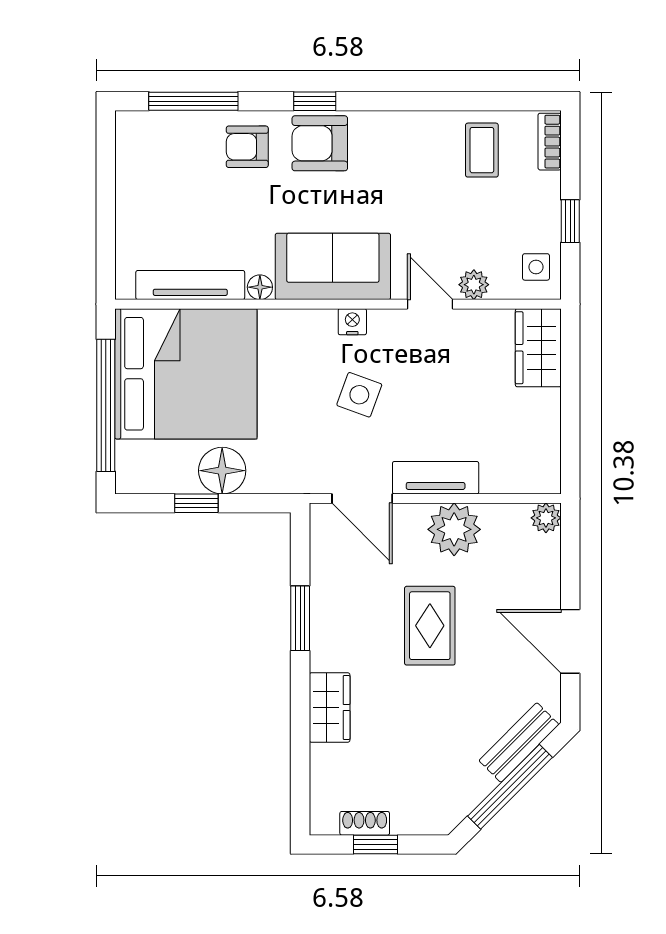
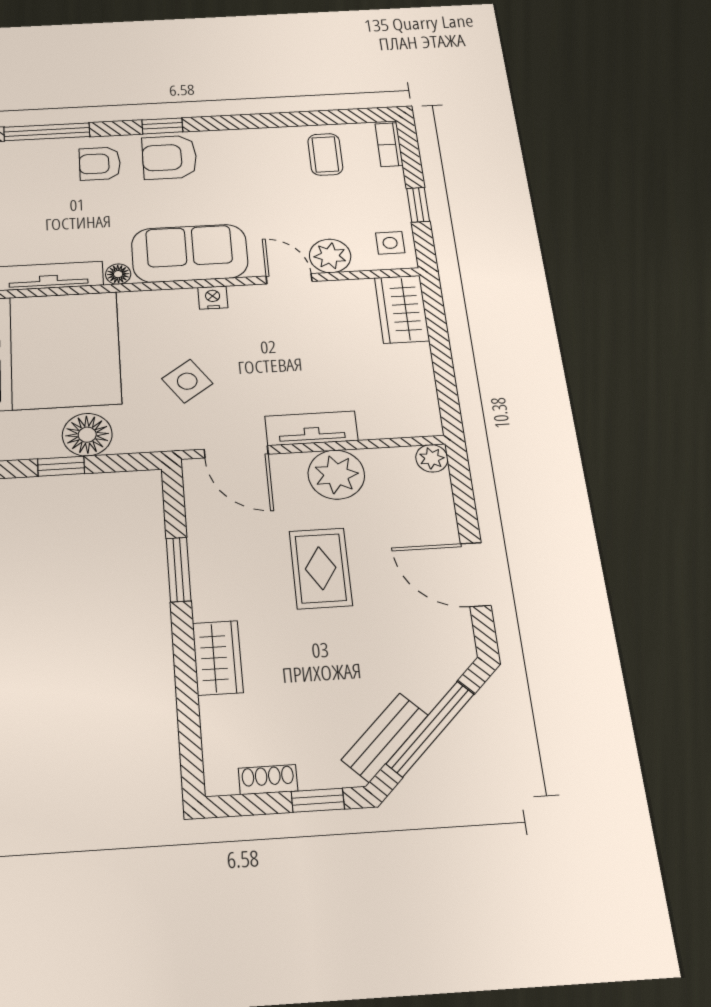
plant: (474, 285) -> (330, 256), width x1.38, depth x1.38
side table: (359, 395) -> (187, 381), moved, turned 35
bench: (519, 743) -> (385, 738), moved
window: (375, 845) -> (318, 800), moved

